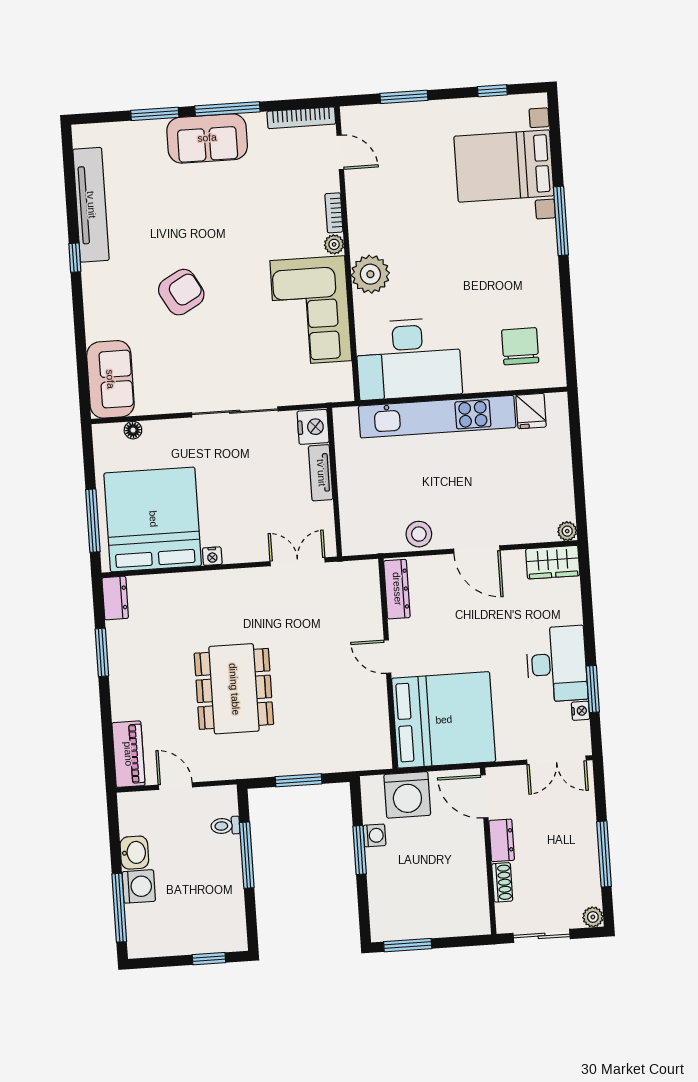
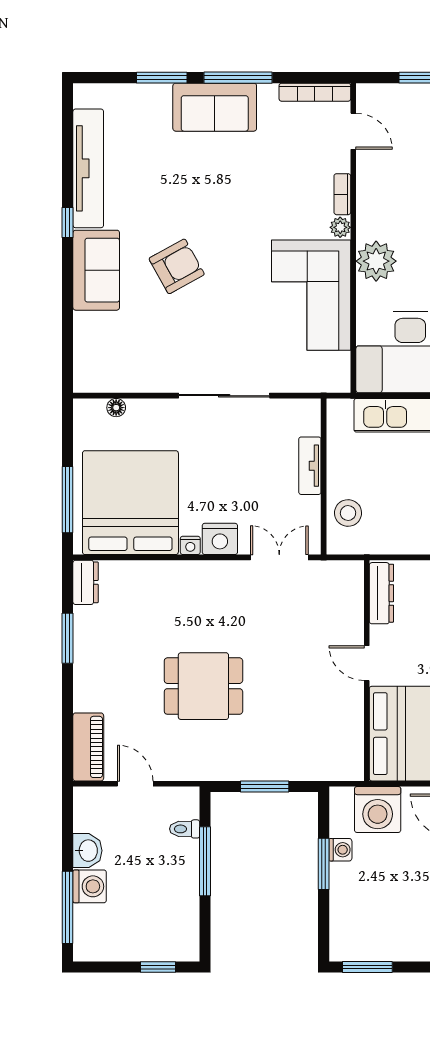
sofa: (110, 379) -> (96, 270), moved
nightstand: (313, 427) -> (220, 539), moved, turned 90
stool: (419, 534) -> (348, 513), moved
dining table: (234, 689) -> (203, 686), width x0.73

